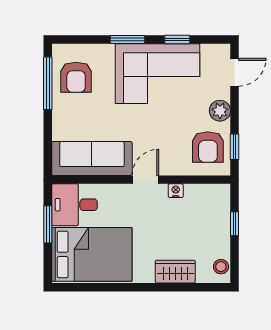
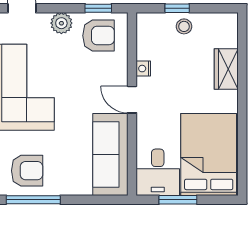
stool: (221, 267) -> (184, 26), moved

